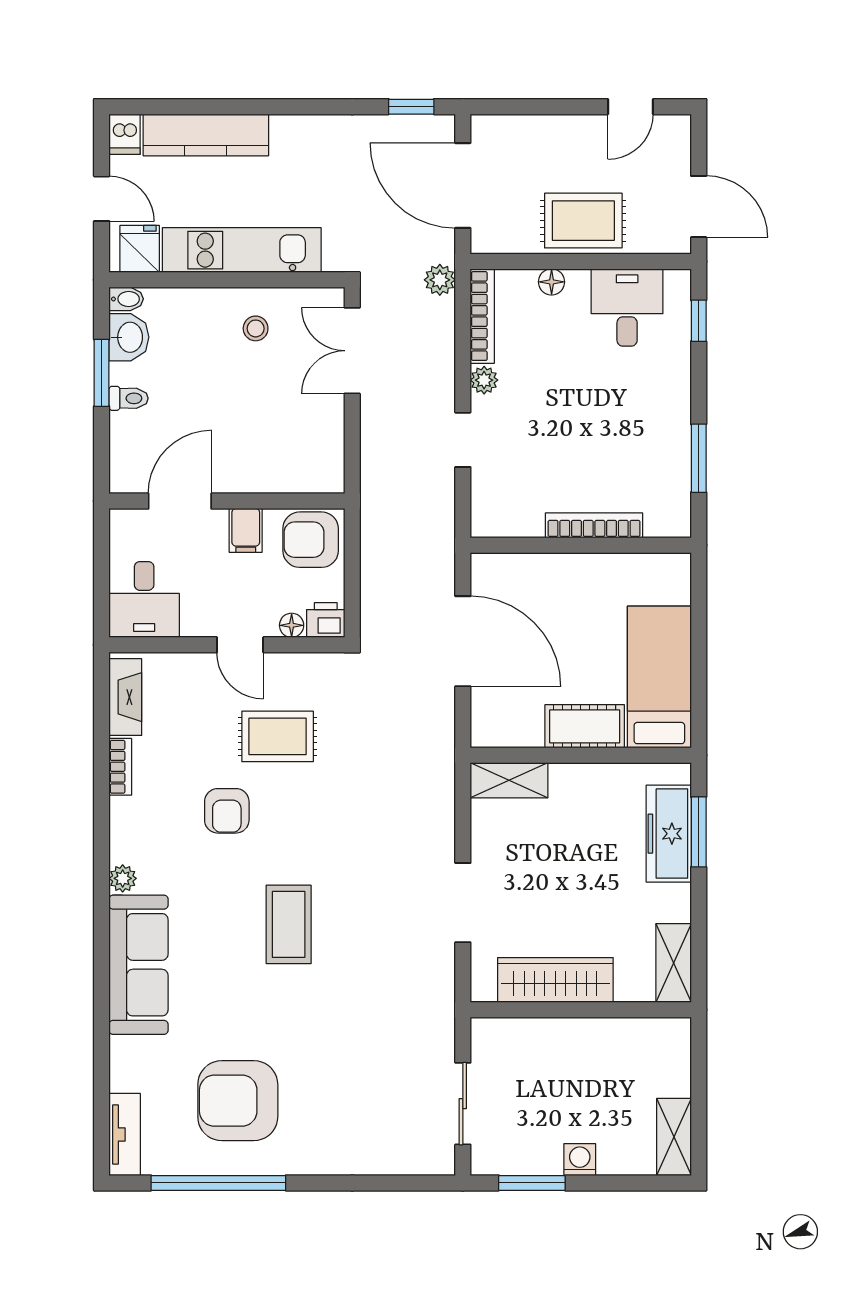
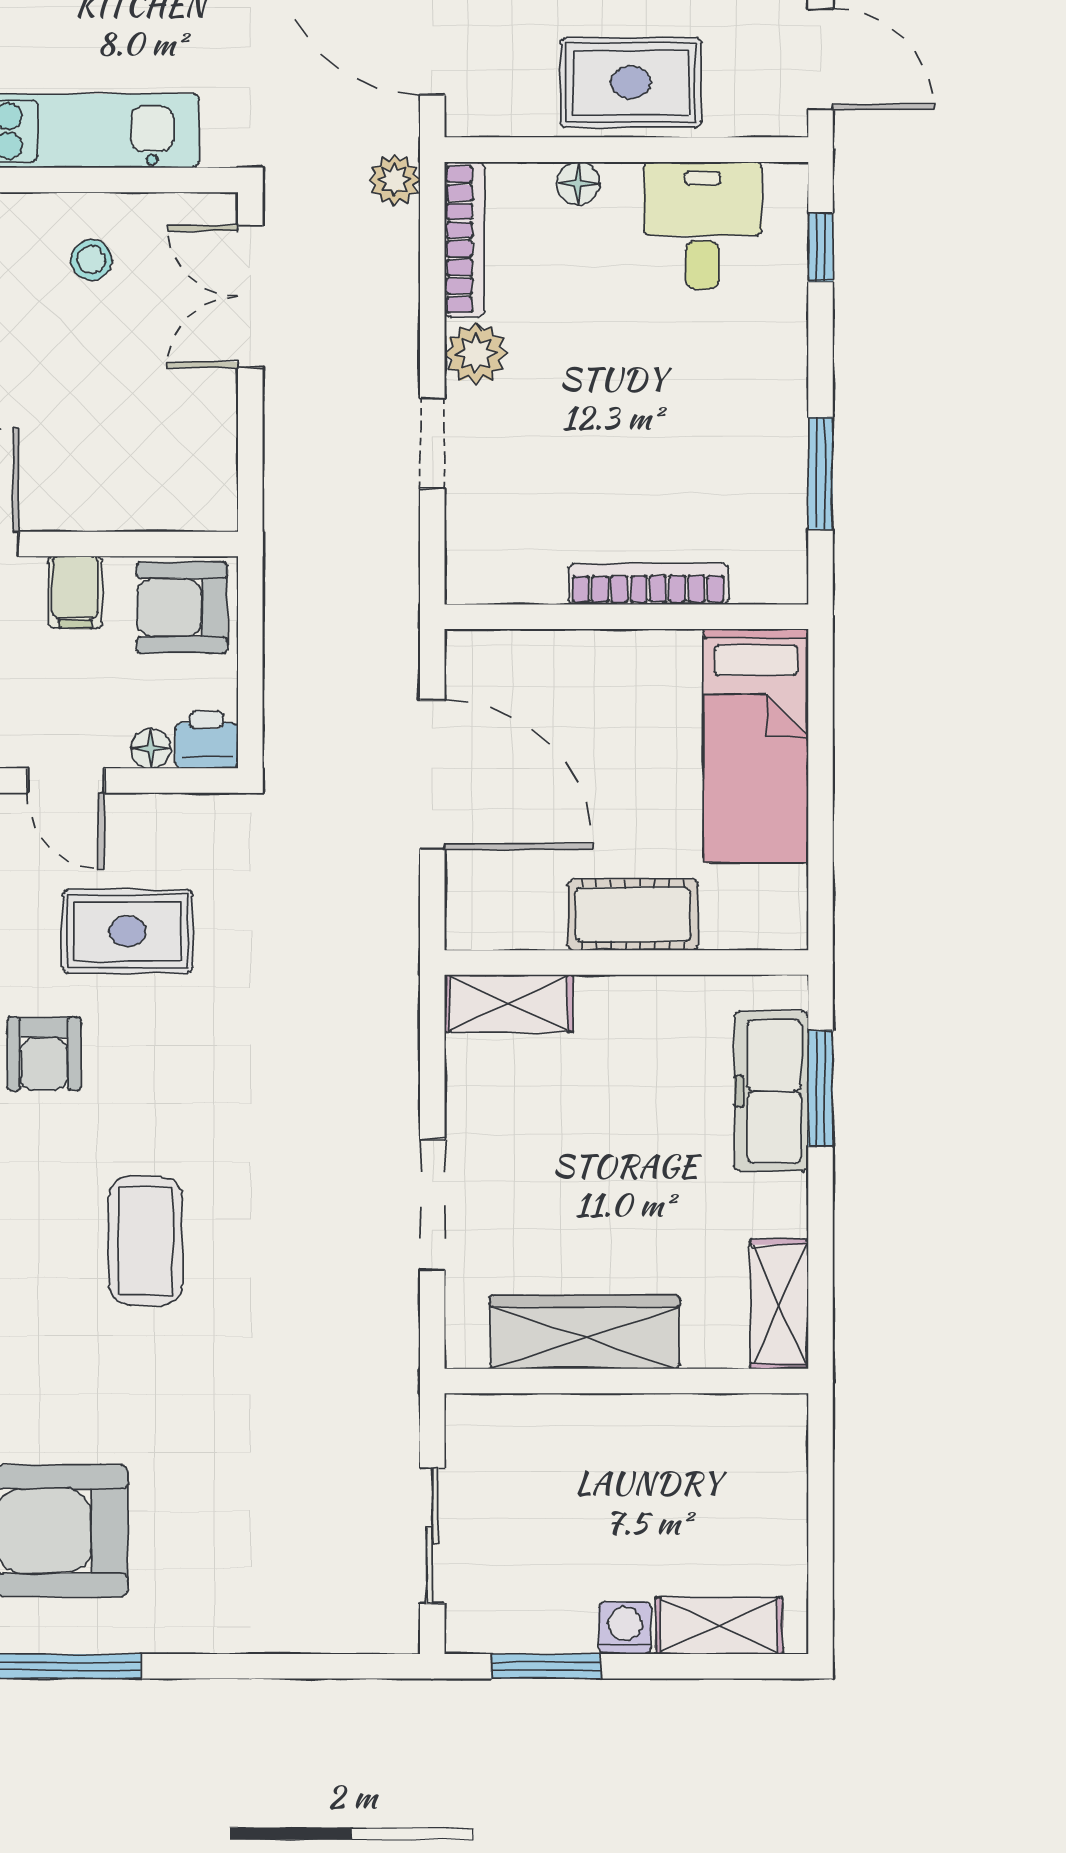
plant: (484, 380) -> (476, 354), width x1.38, depth x1.38
bed: (659, 677) -> (756, 746), moved, turned 180
shelving: (674, 1137) -> (719, 1626), moved, turned 90

